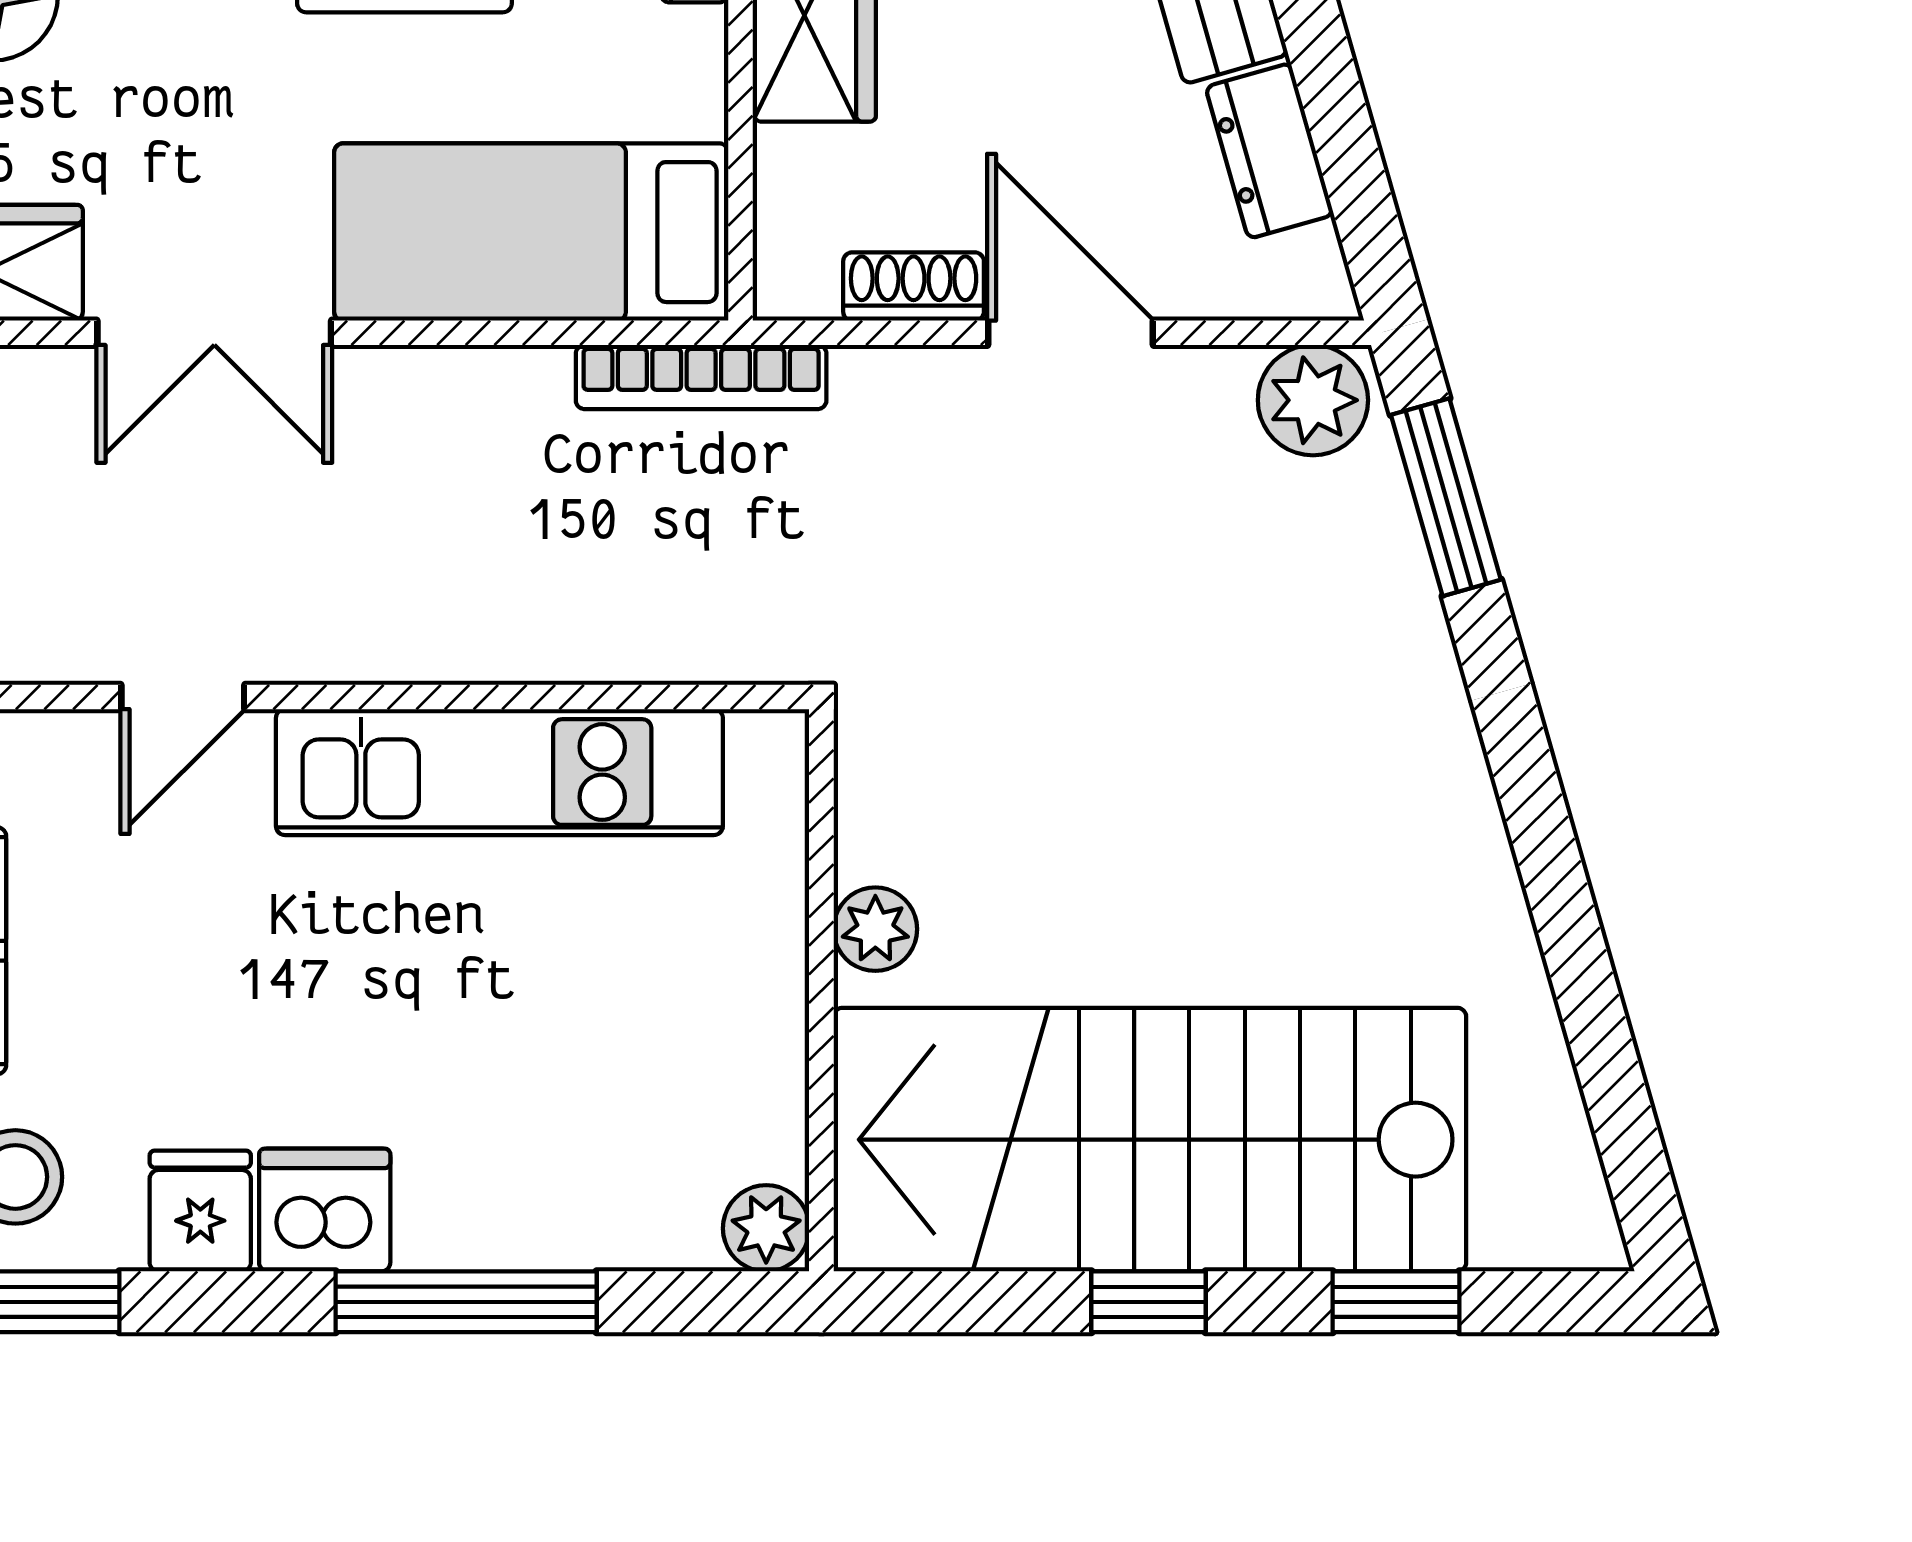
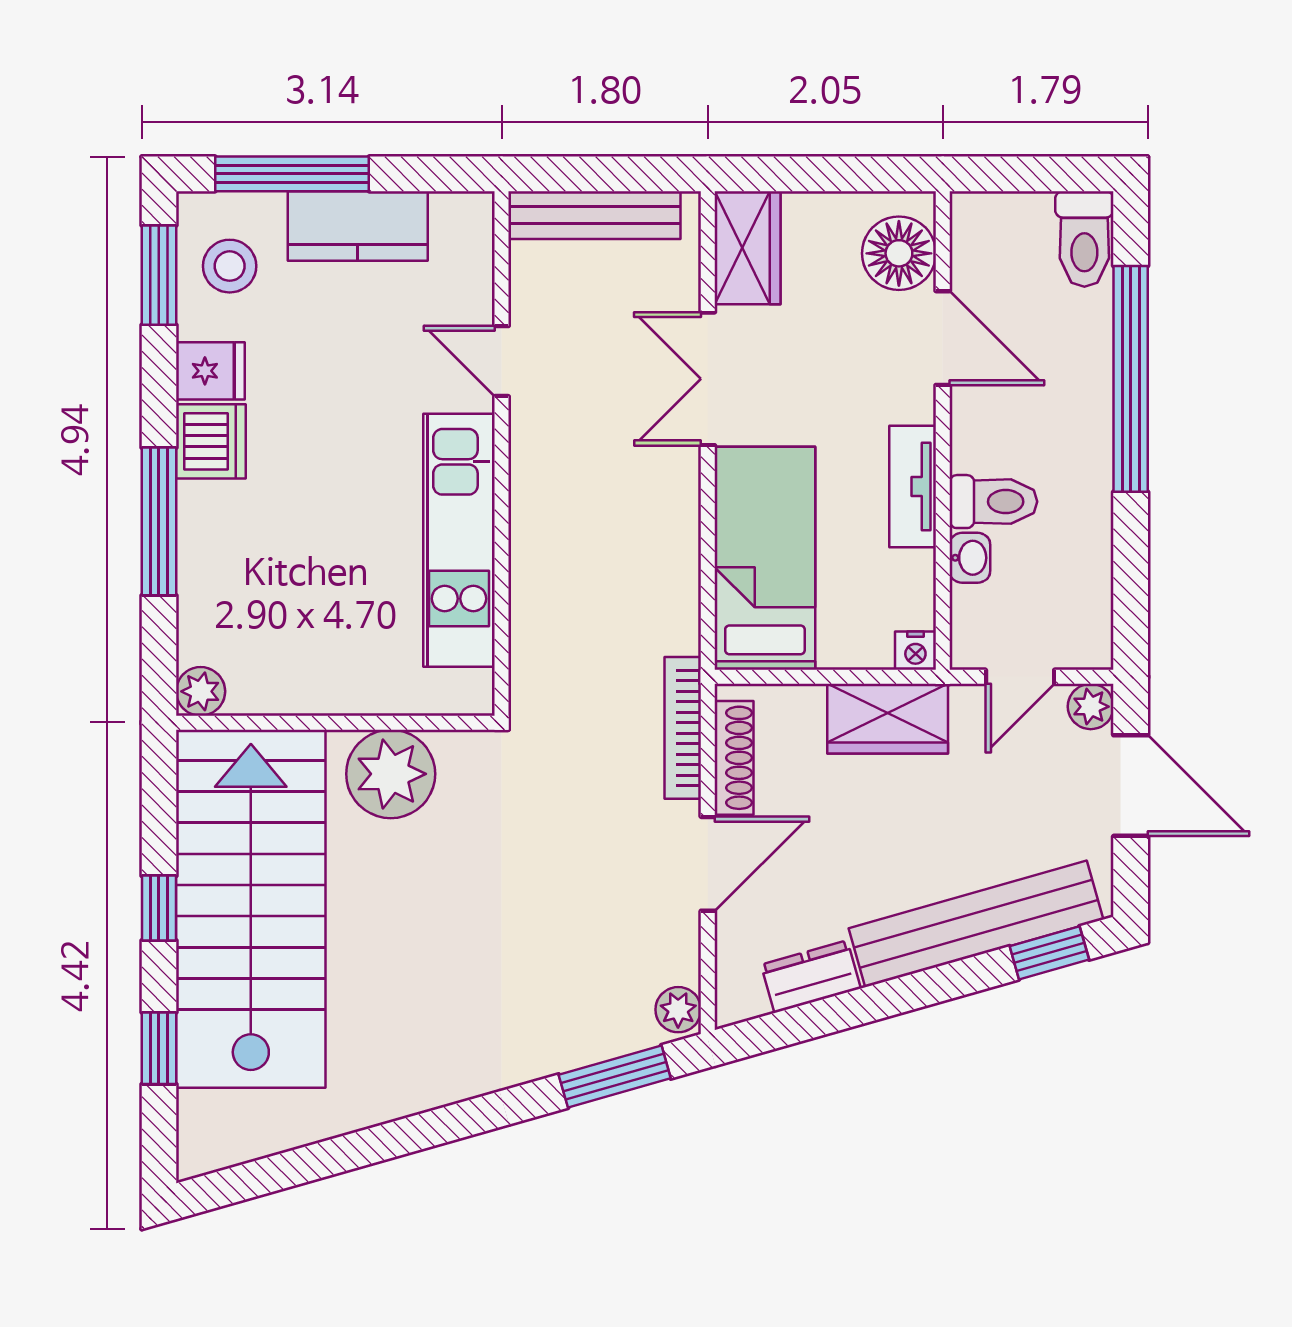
shoe rack: (914, 287) -> (734, 758), width x1.43
bookcase: (701, 377) -> (683, 728), moved
plant: (1313, 400) -> (678, 1010), width x0.73, depth x0.73
plant: (875, 929) -> (391, 774), width x1.88, depth x1.88

